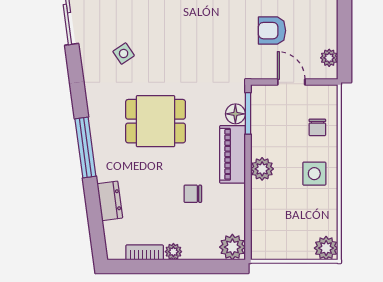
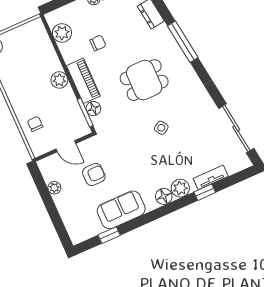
side table: (124, 53) -> (161, 128), moved
plant: (329, 58) -> (54, 188), moved
side table: (314, 174) -> (23, 92), removed
plant: (232, 247) -> (62, 33), moved

